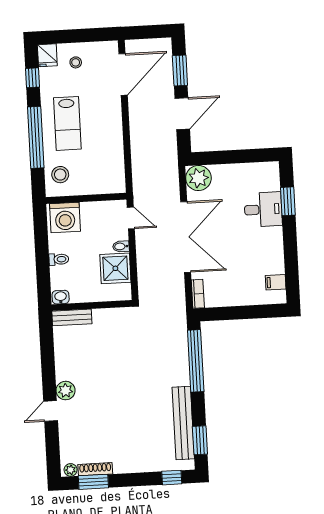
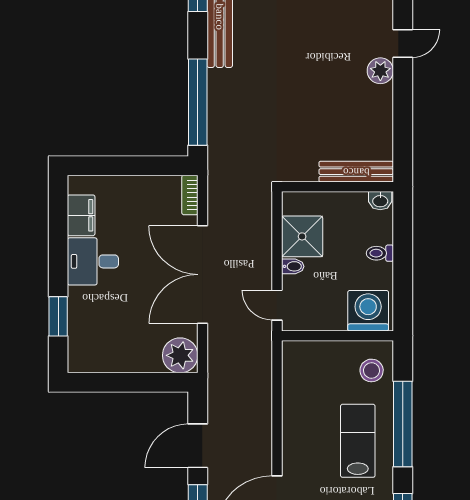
desk: (263, 209) -> (93, 261), moved
filing cabinet: (276, 282) -> (81, 215), width x2.00
bench: (72, 317) -> (356, 172), width x1.36

